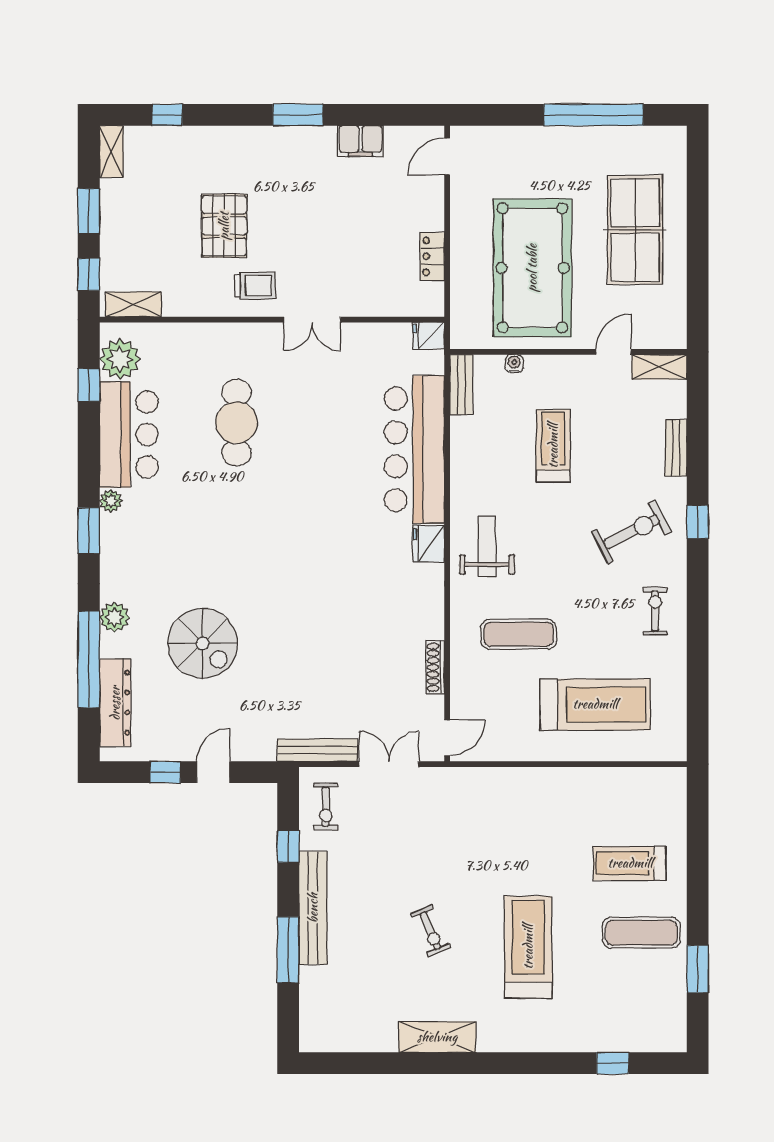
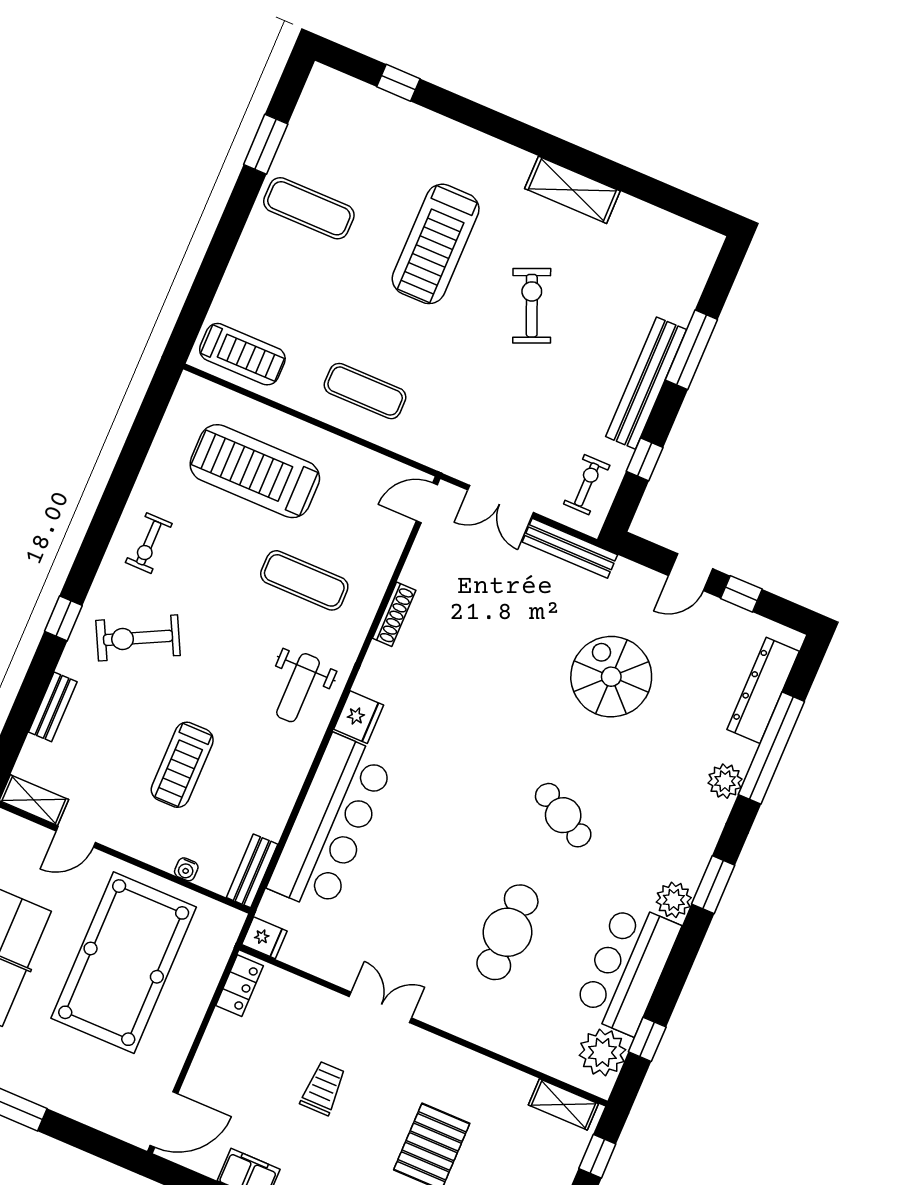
door: (447, 156) -> (164, 1119), width x1.38
locker: (432, 256) -> (240, 986), moved
trolley: (255, 286) -> (323, 1088), moved, turned 90
plant: (111, 501) -> (674, 900), width x1.38, depth x1.38
cafe table: (232, 535) -> (563, 815), added
spiral stairs: (203, 643) -> (611, 677), moved
shoe rack: (435, 667) -> (394, 614), moved
exercise mat: (534, 806) -> (365, 391), added
treadmill: (630, 863) -> (242, 354), moved
exercise bike: (430, 931) -> (532, 306), width x1.38, depth x1.39

